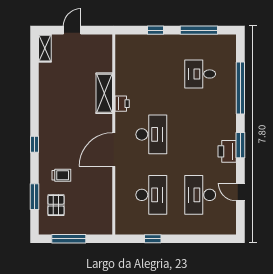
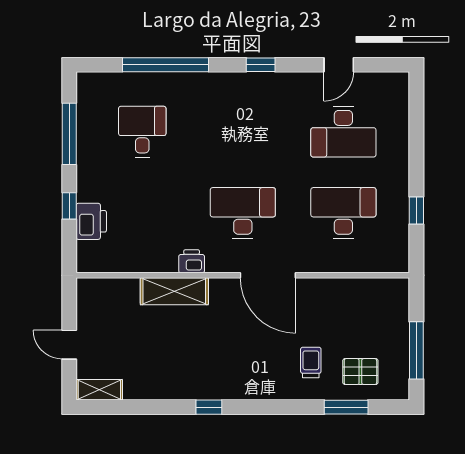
desk: (200, 74) -> (142, 132), turned 180
window: (35, 144) -> (209, 407), moved
window: (240, 145) -> (261, 65), width x0.67
printer: (227, 151) -> (91, 221), moved, turned -90

